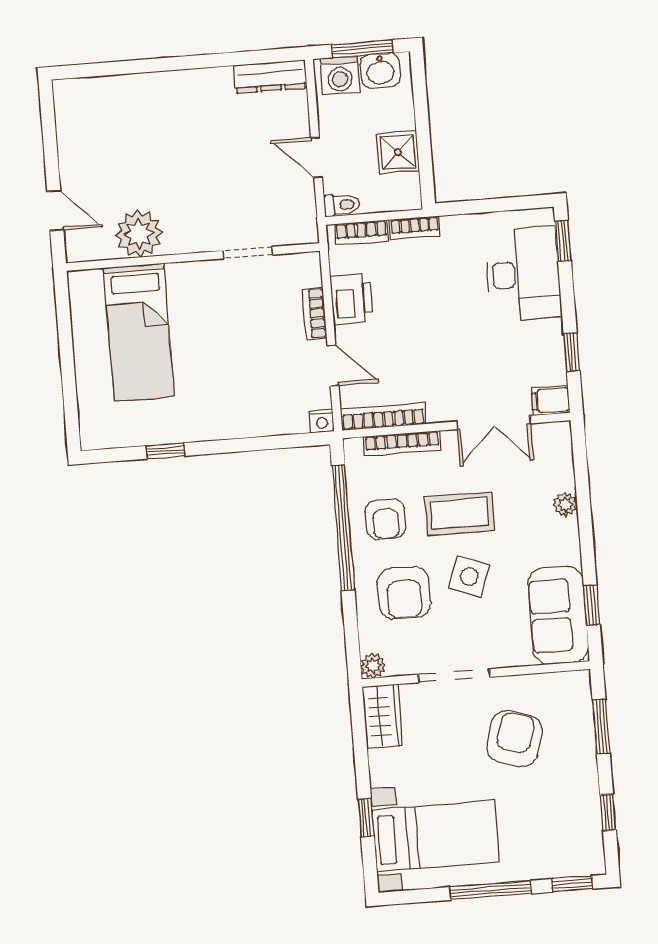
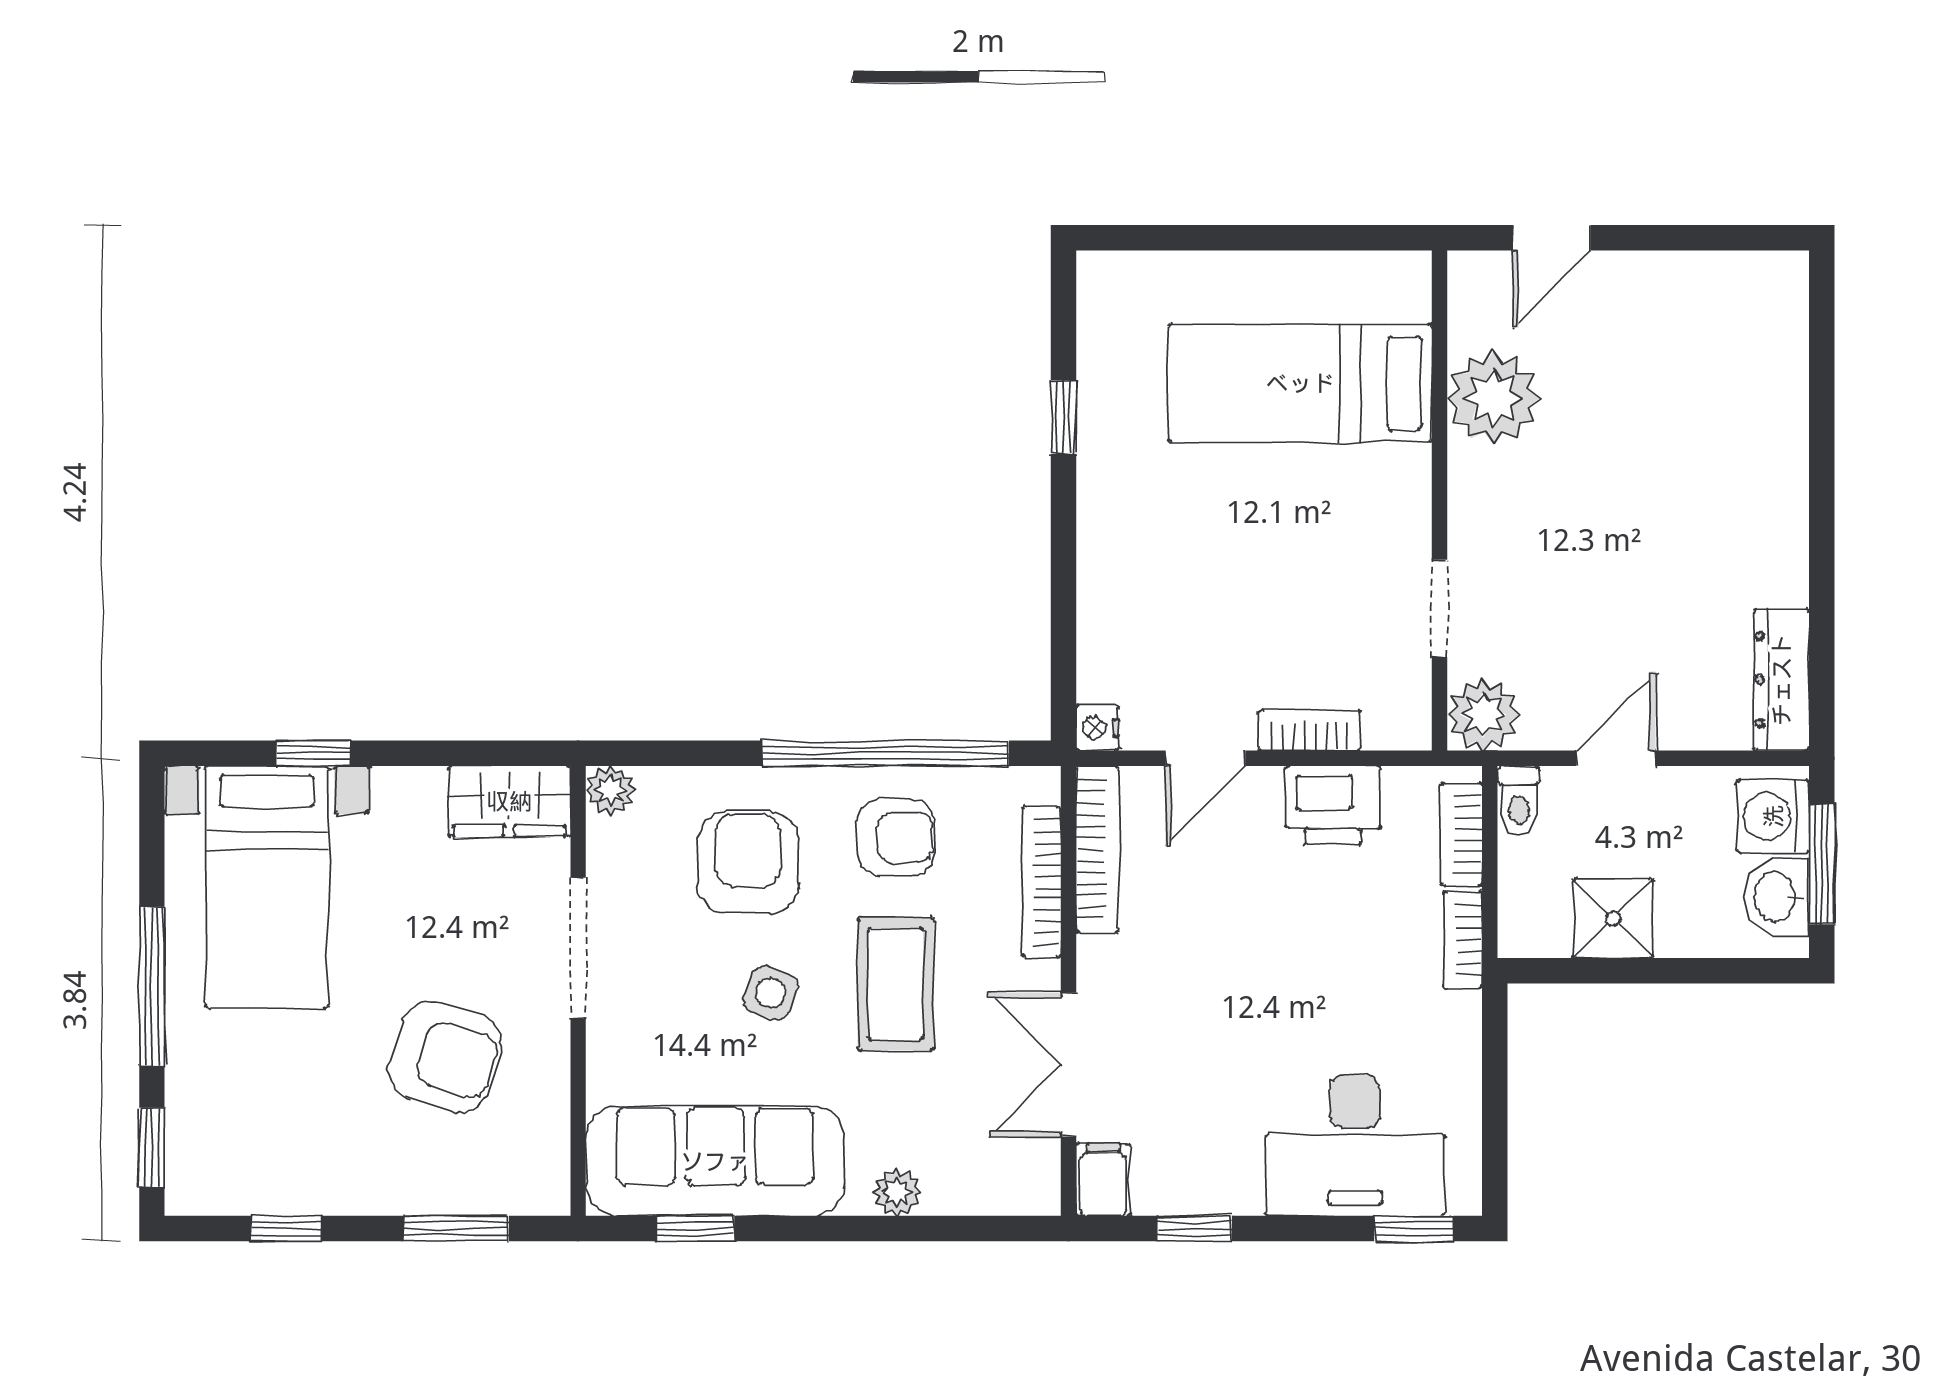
plant: (300, 226) -> (1483, 715), added
armchair: (386, 519) -> (896, 838), turned 180
side table: (469, 576) -> (771, 993), width x0.73, depth x0.73
armchair: (404, 593) -> (748, 863), turned 90
sofa: (558, 615) -> (715, 1161), width x1.36

